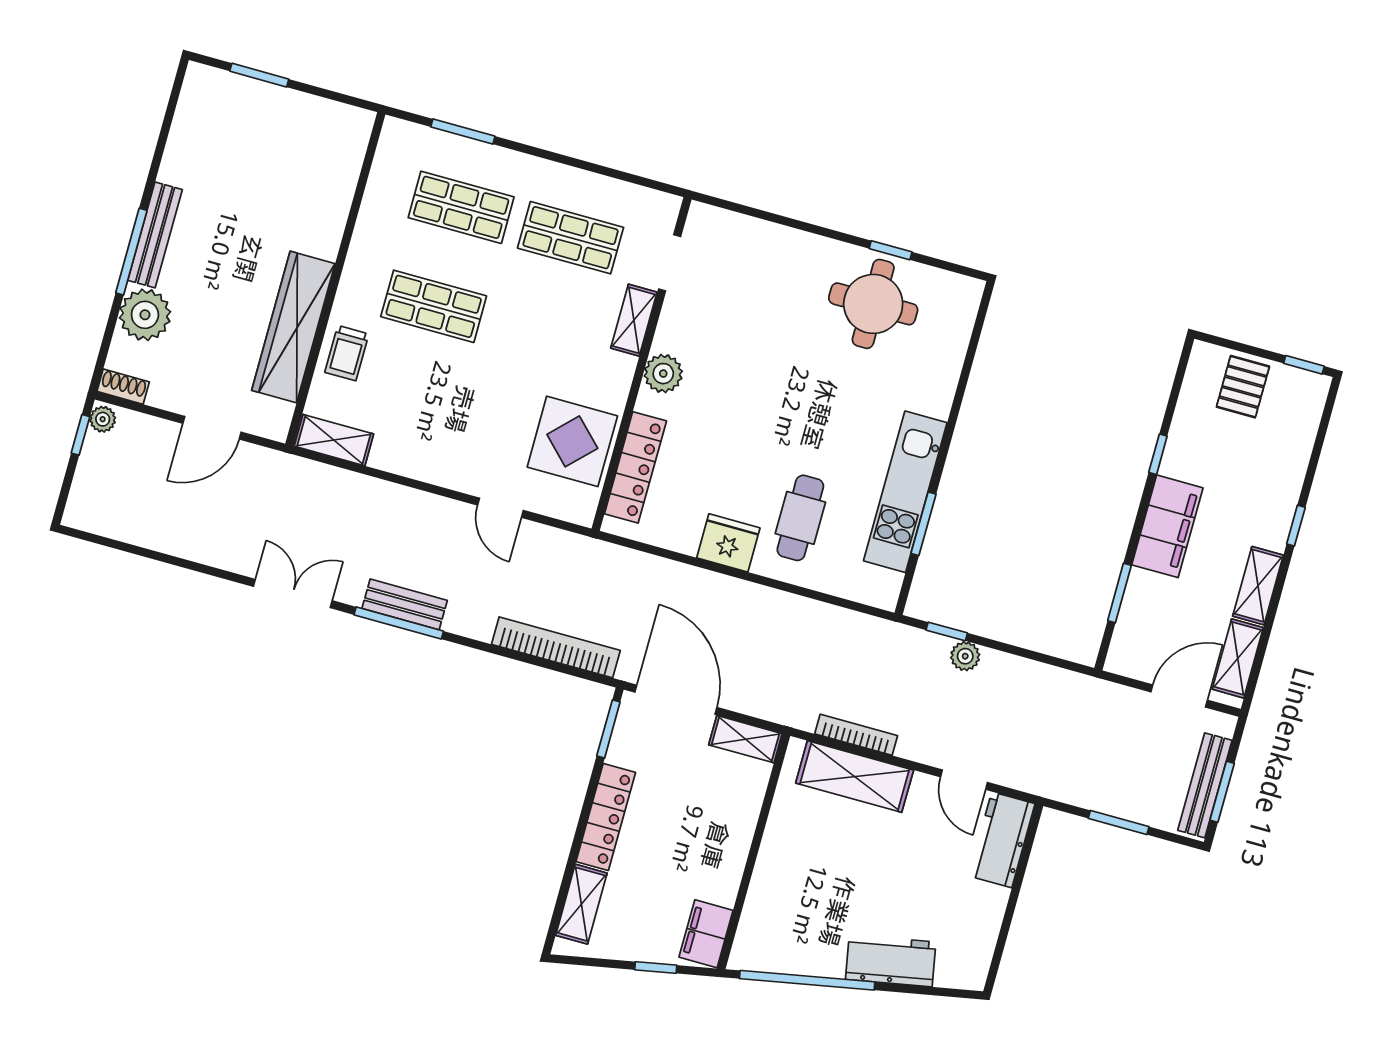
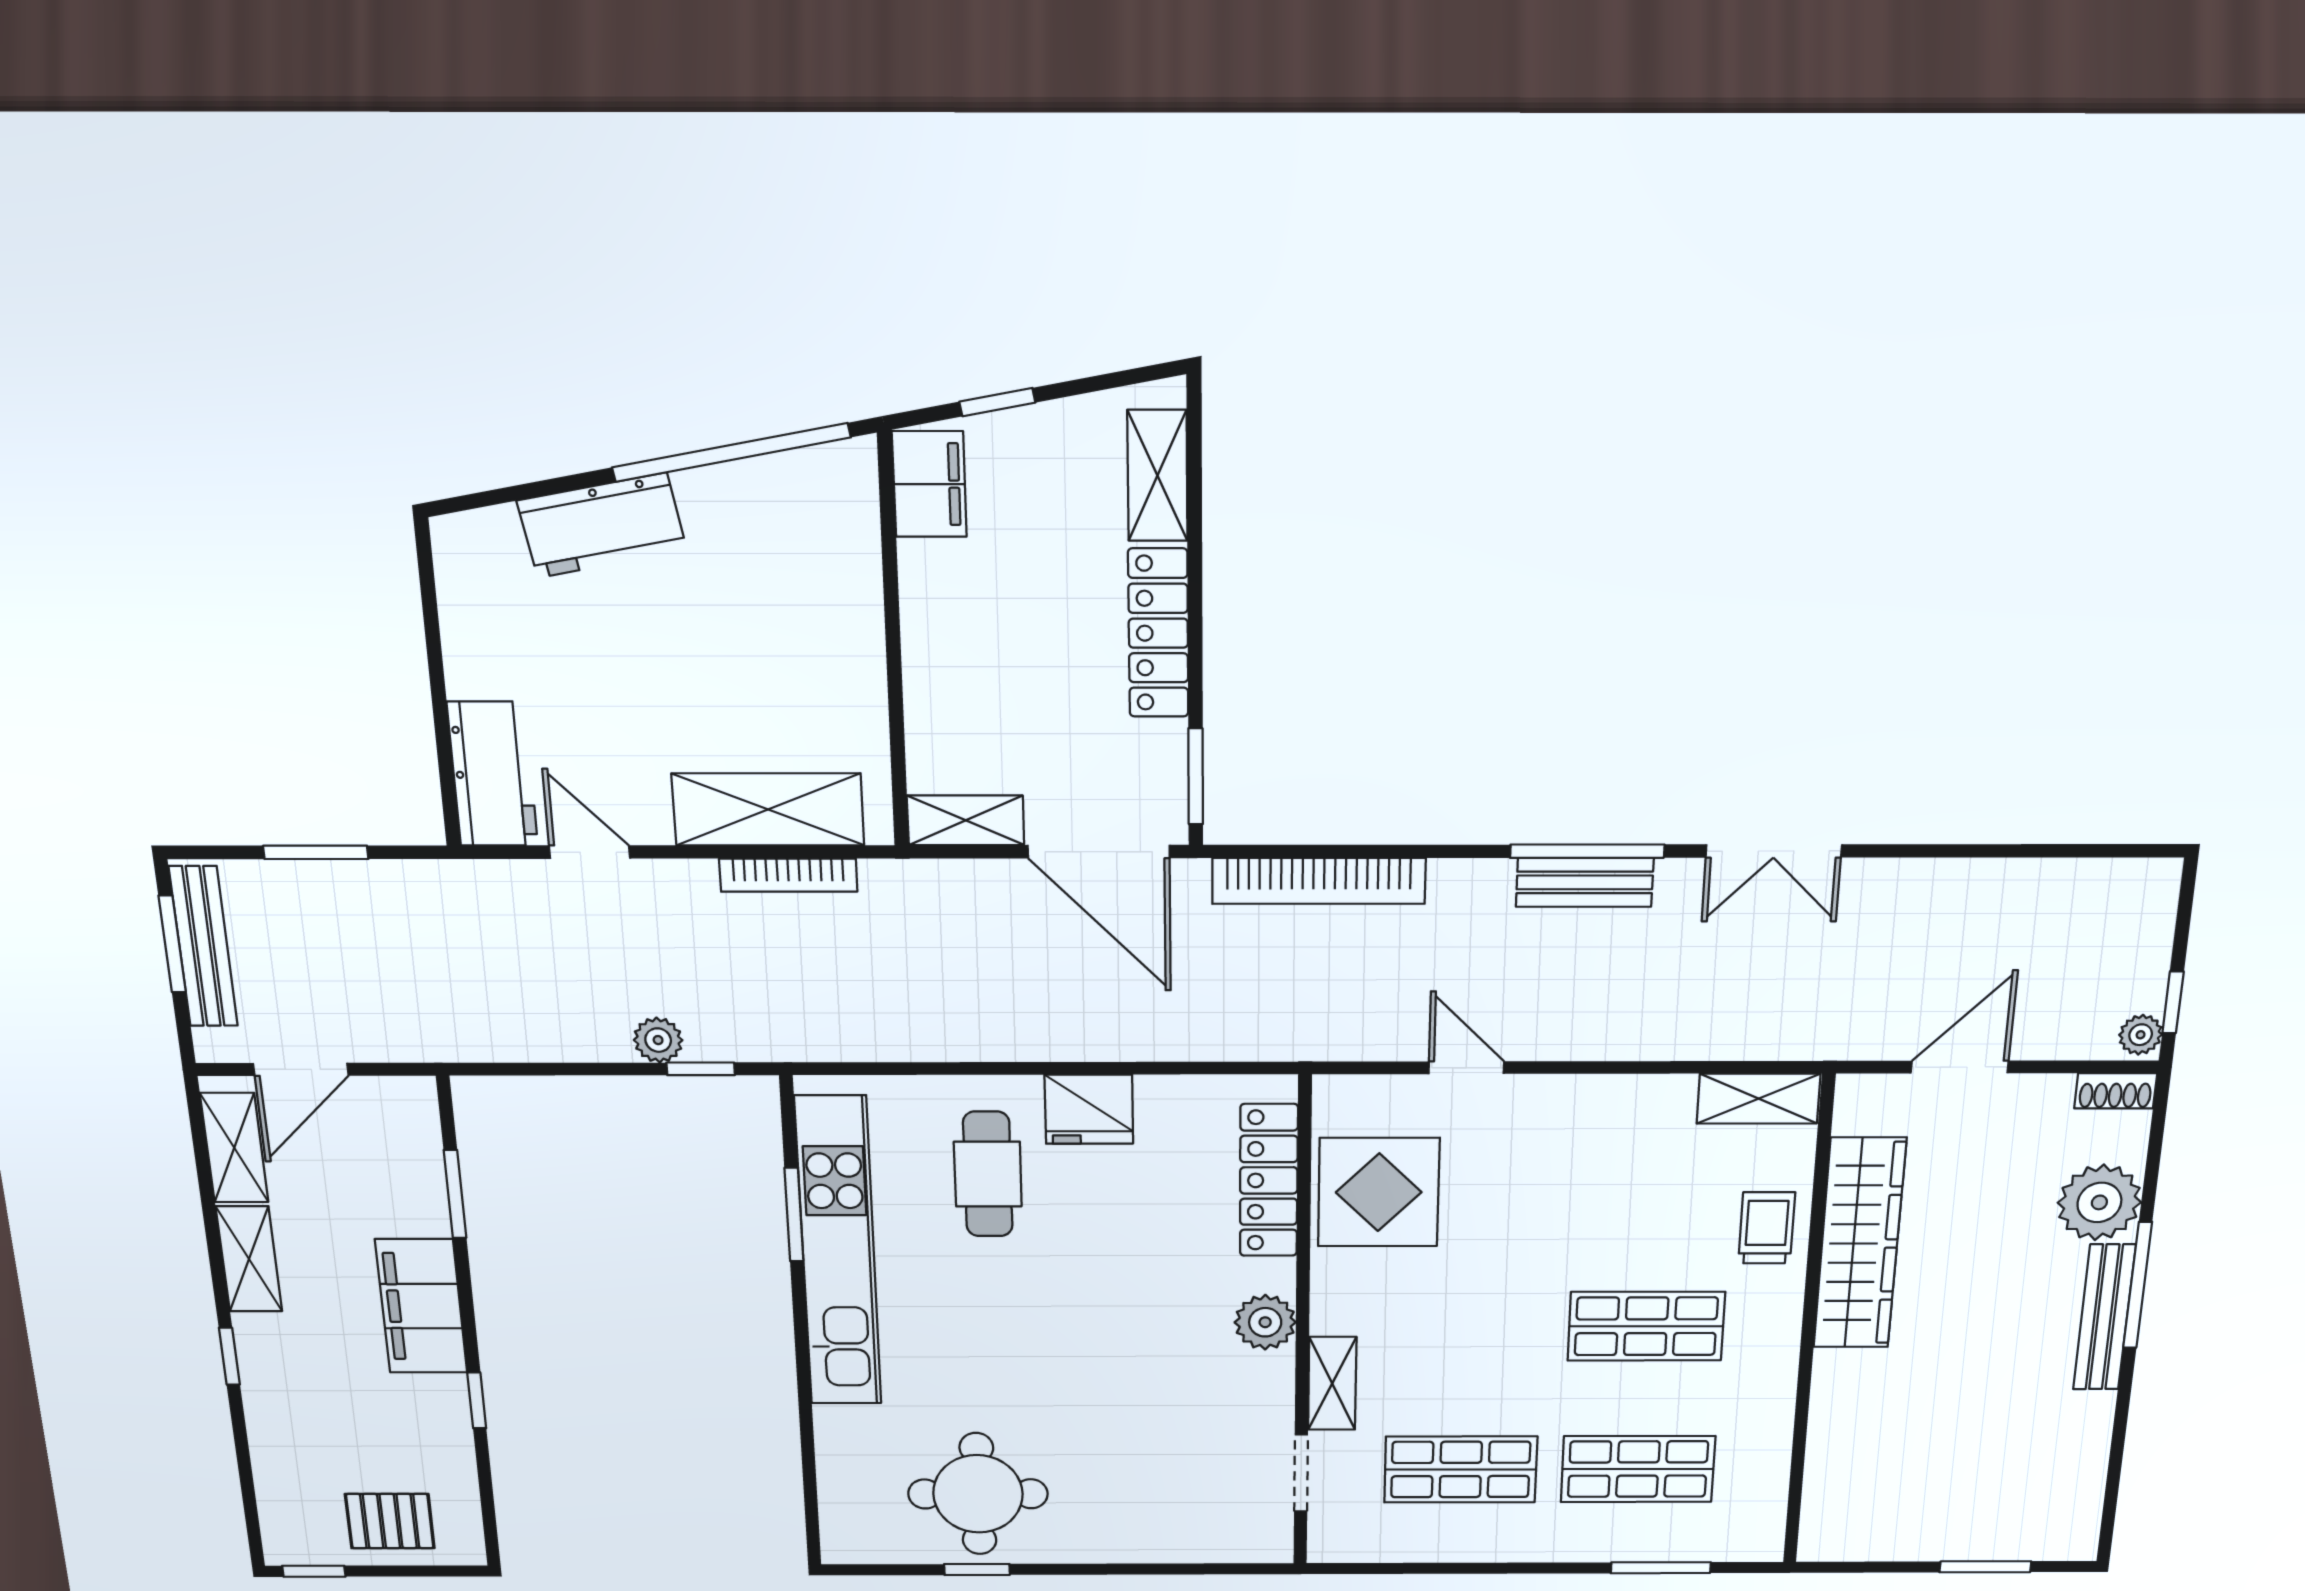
pallet: (1243, 387) -> (390, 1521), turned 90
kitchen unit: (905, 492) -> (838, 1252), width x1.36

